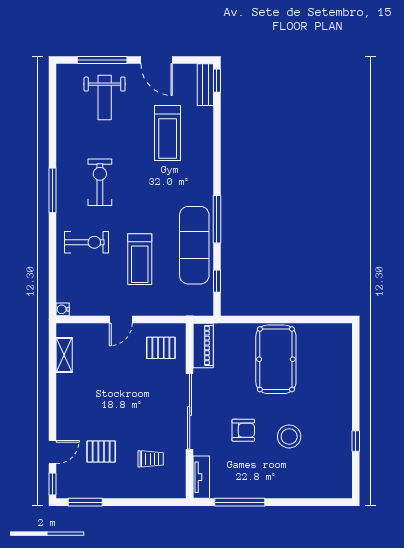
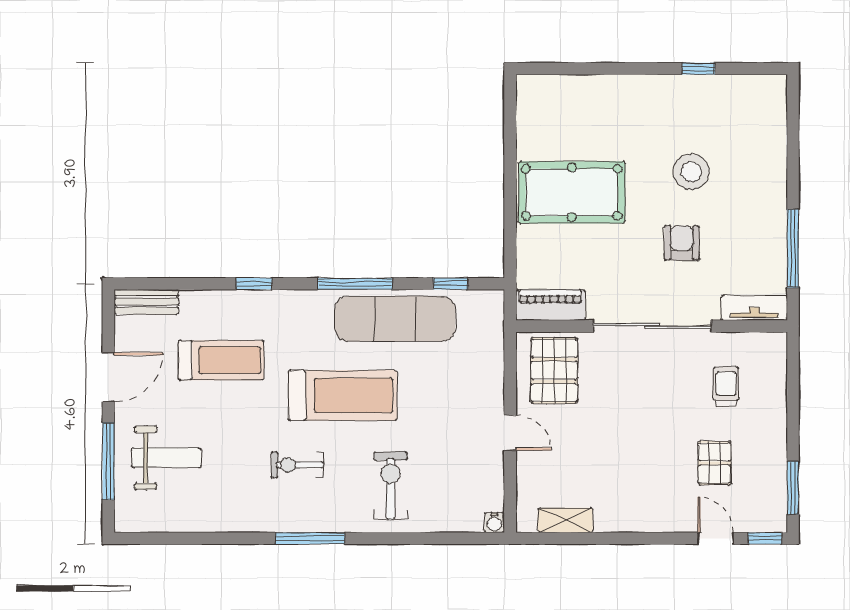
window: (217, 81) -> (254, 284), moved
exercise bike: (100, 182) -> (298, 465), width x0.73, depth x0.72
treadmill: (140, 259) -> (343, 395), moved, width x1.37, depth x1.38
pallet: (161, 348) -> (554, 371), width x1.50, depth x1.42

